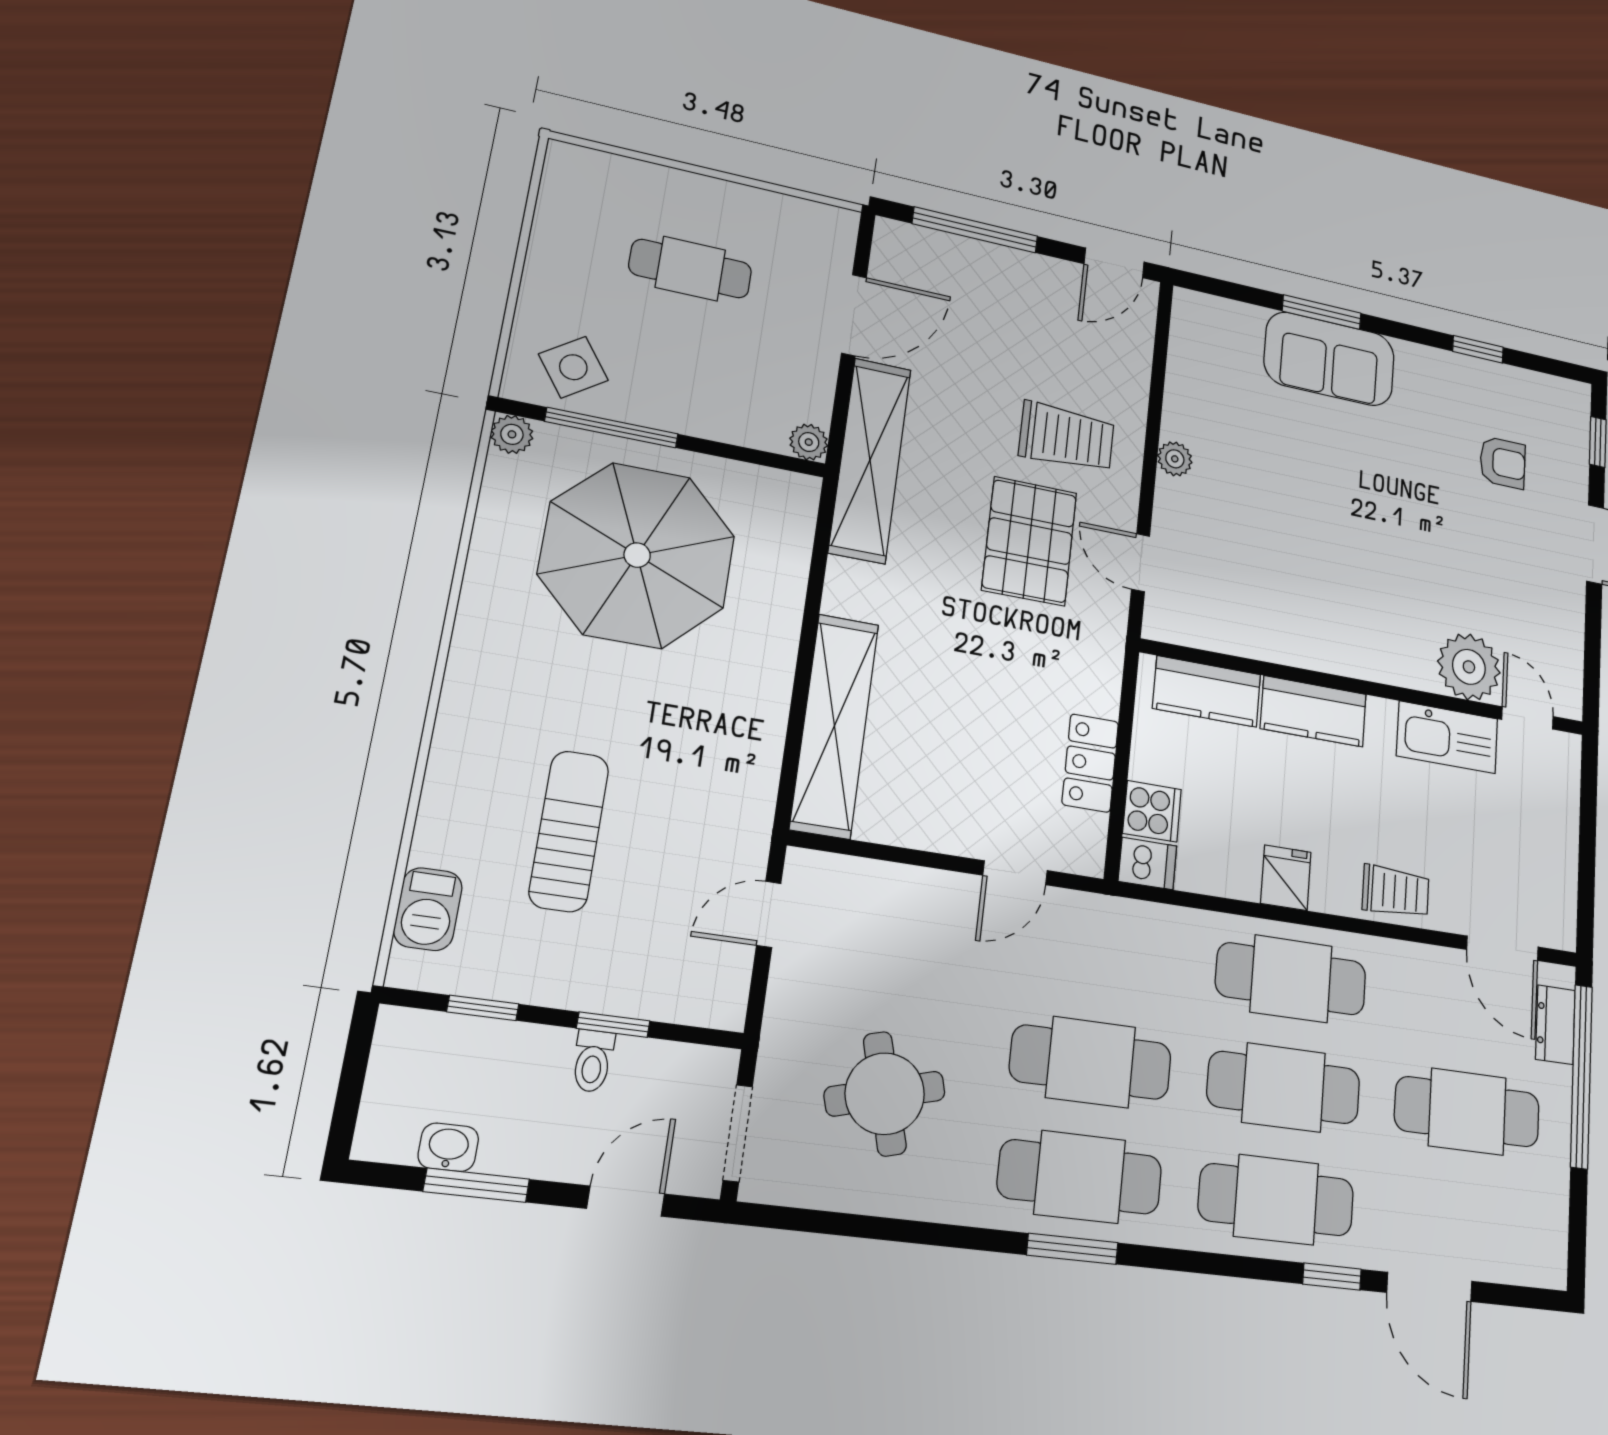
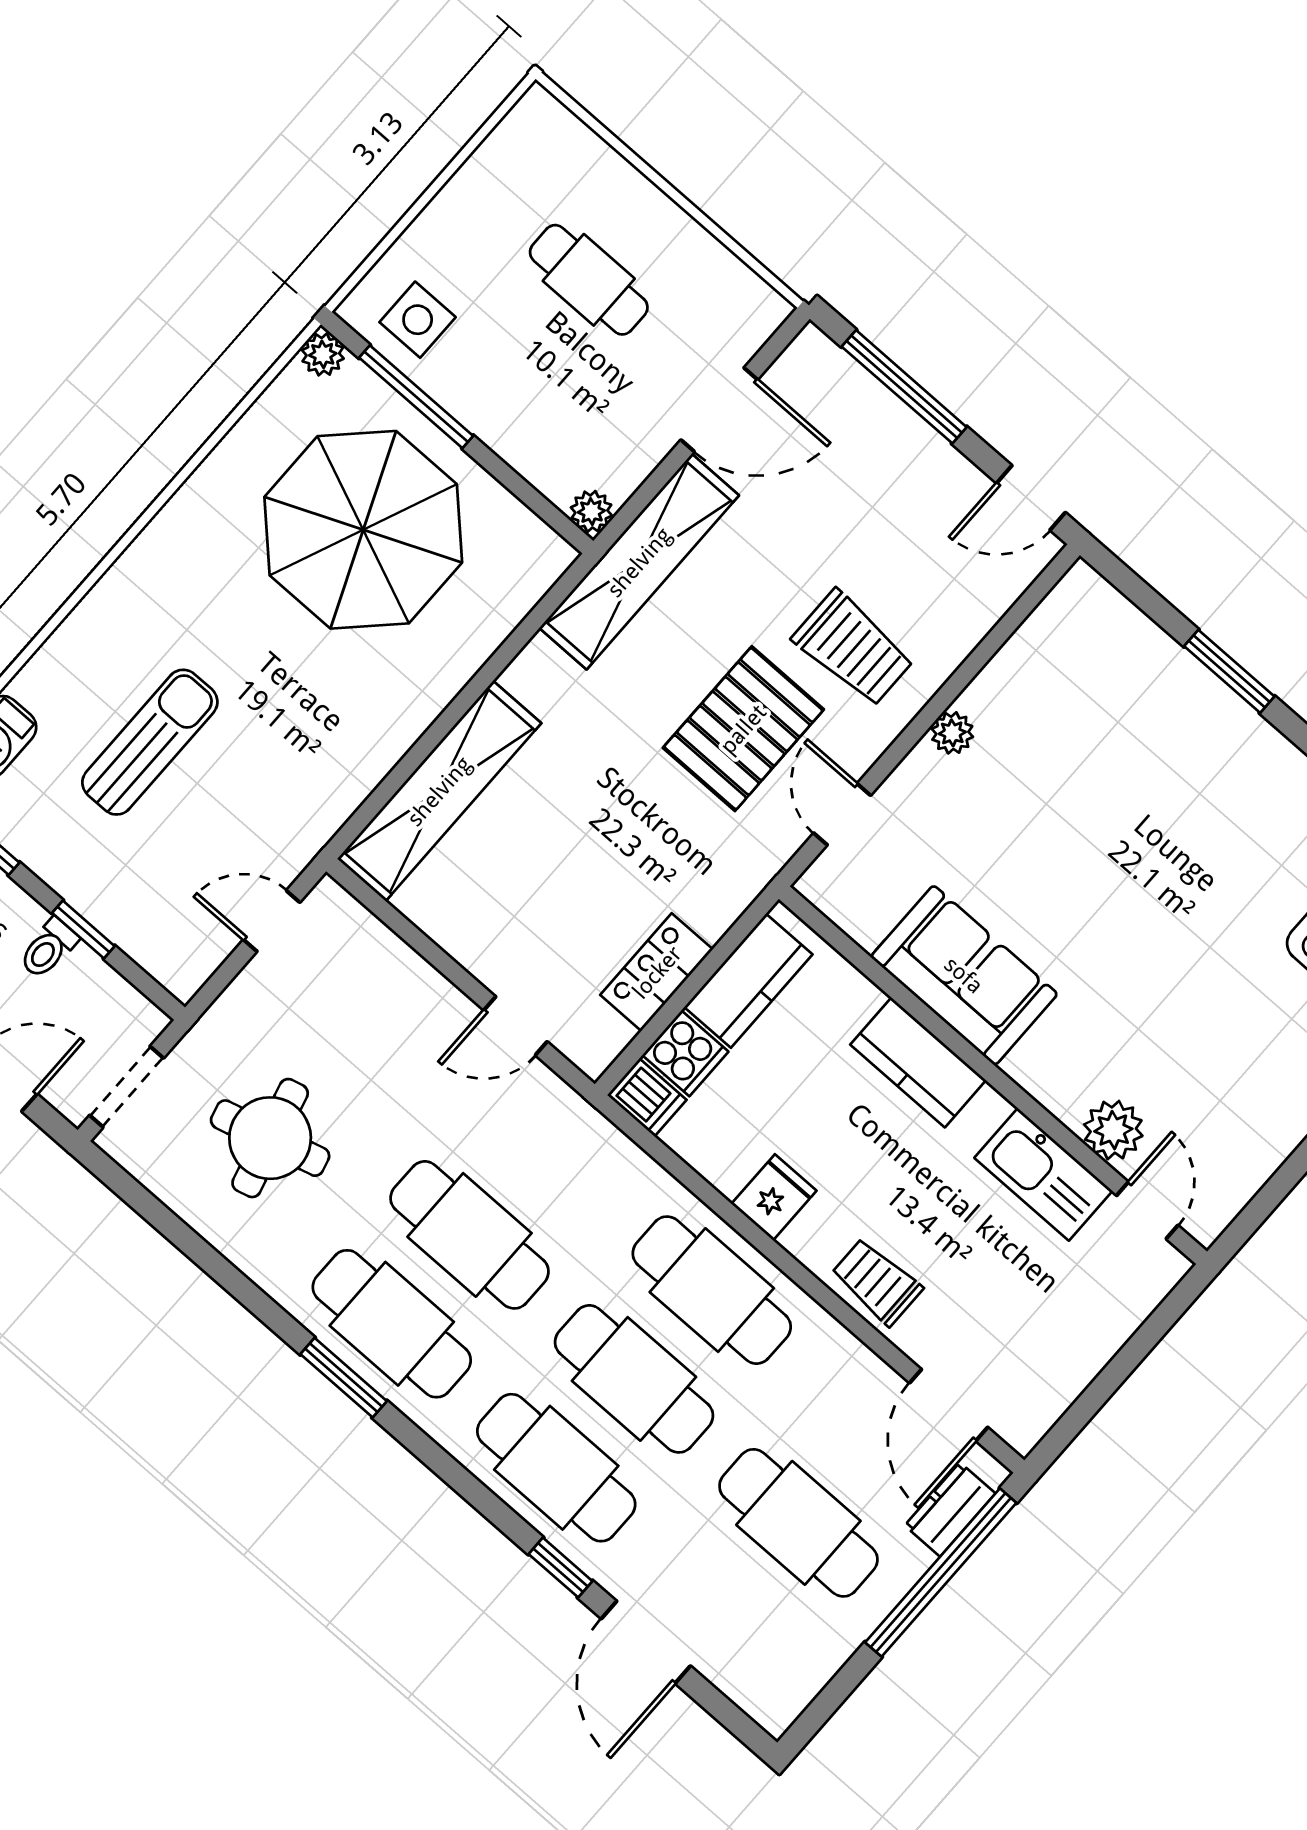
sofa: (1329, 359) -> (964, 975), moved, turned 180
side table: (573, 367) -> (418, 320), turned 35
plant: (1469, 667) -> (1113, 1130), width x0.73, depth x0.73
kitchen counter: (1207, 691) -> (748, 981), moved, turned -90
trolley: (1396, 892) -> (877, 1282), turned 180

